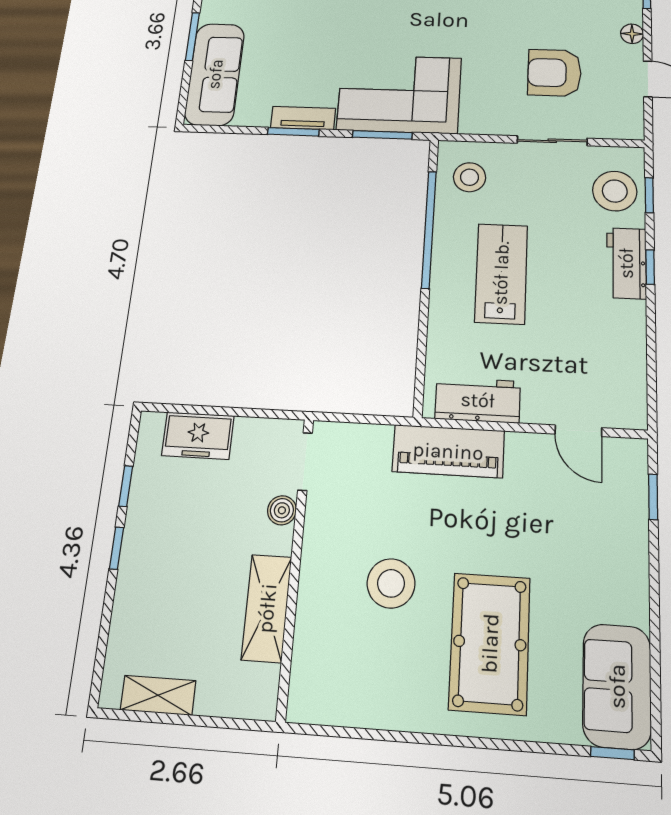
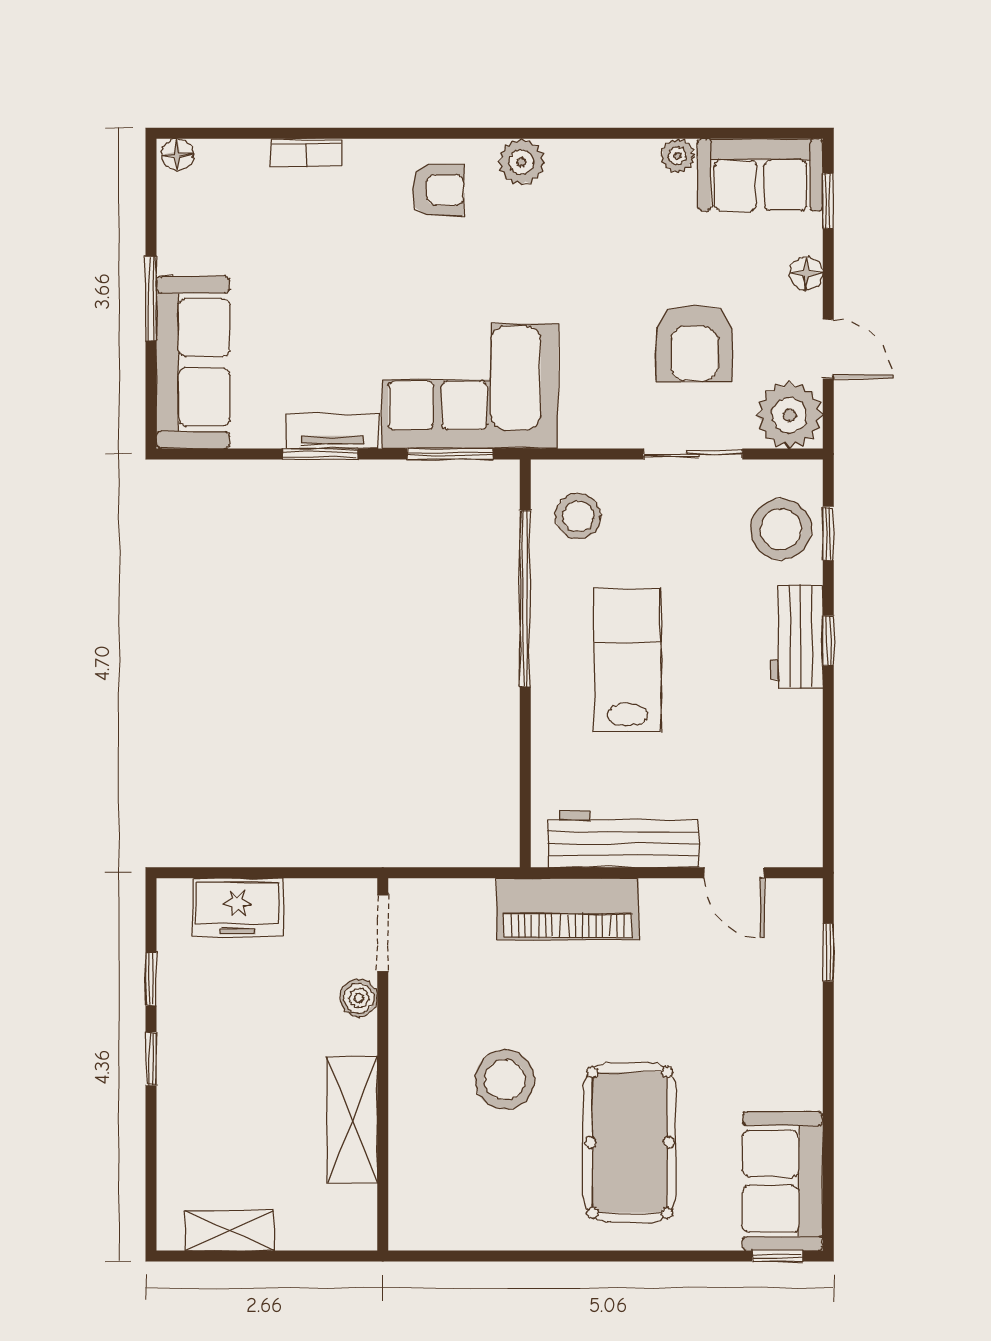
armchair: (554, 73) -> (694, 343), turned -90
plant: (621, 119) -> (789, 415), added
workbench: (478, 400) -> (623, 839), width x1.37

